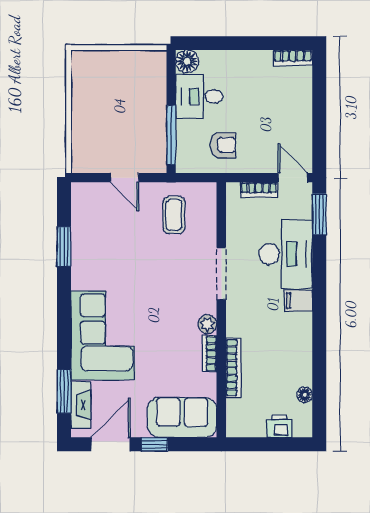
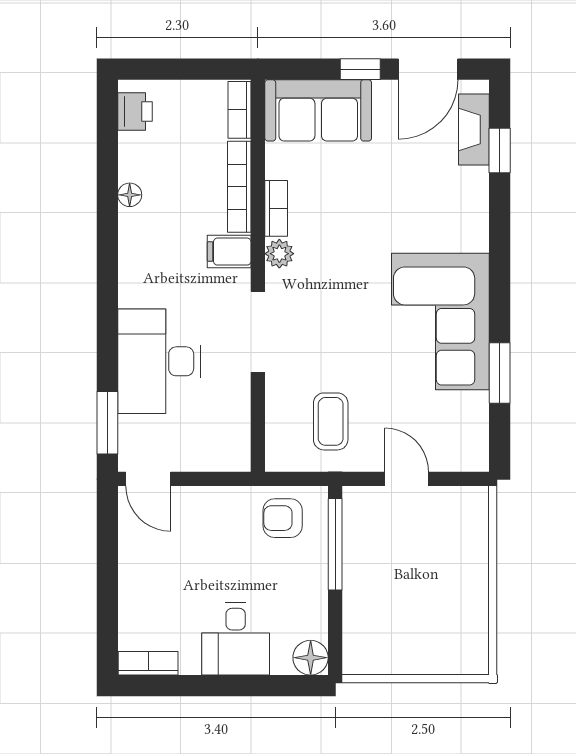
desk: (199, 96) -> (236, 639), moved, turned 90
armchair: (223, 145) -> (283, 518), moved
bookcase: (259, 190) -> (240, 110), moved, turned -90
filing cabinet: (298, 301) -> (229, 252), moved, turned 180
corner sofa: (103, 335) -> (440, 321), moved
window: (64, 391) -> (500, 151), width x0.67
floor lamp: (305, 395) -> (130, 195), moved
printer: (279, 426) -> (135, 112), moved, turned -90

